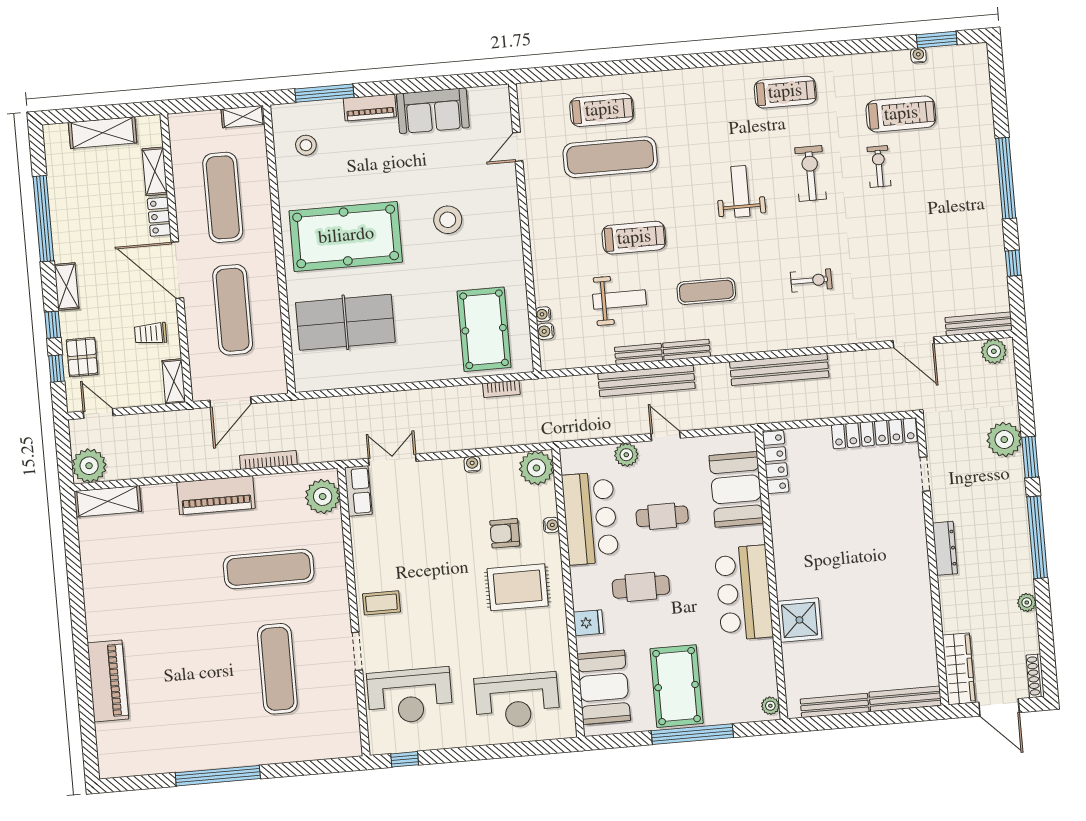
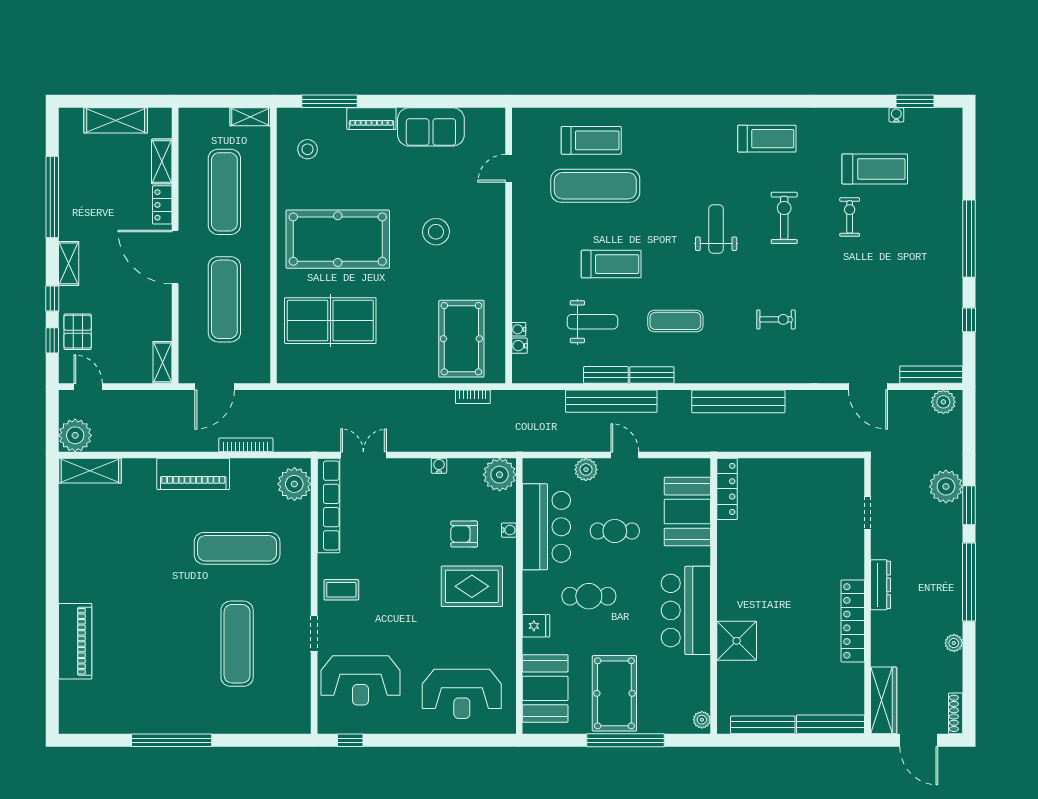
trolley: (151, 334) -> (144, 315), removed
locker: (874, 433) -> (853, 621), moved, turned 90
row of seats: (358, 491) -> (329, 506), width x2.02

